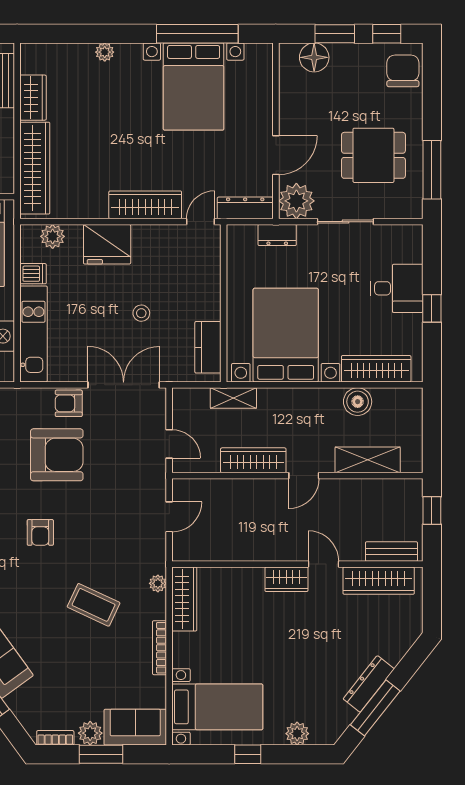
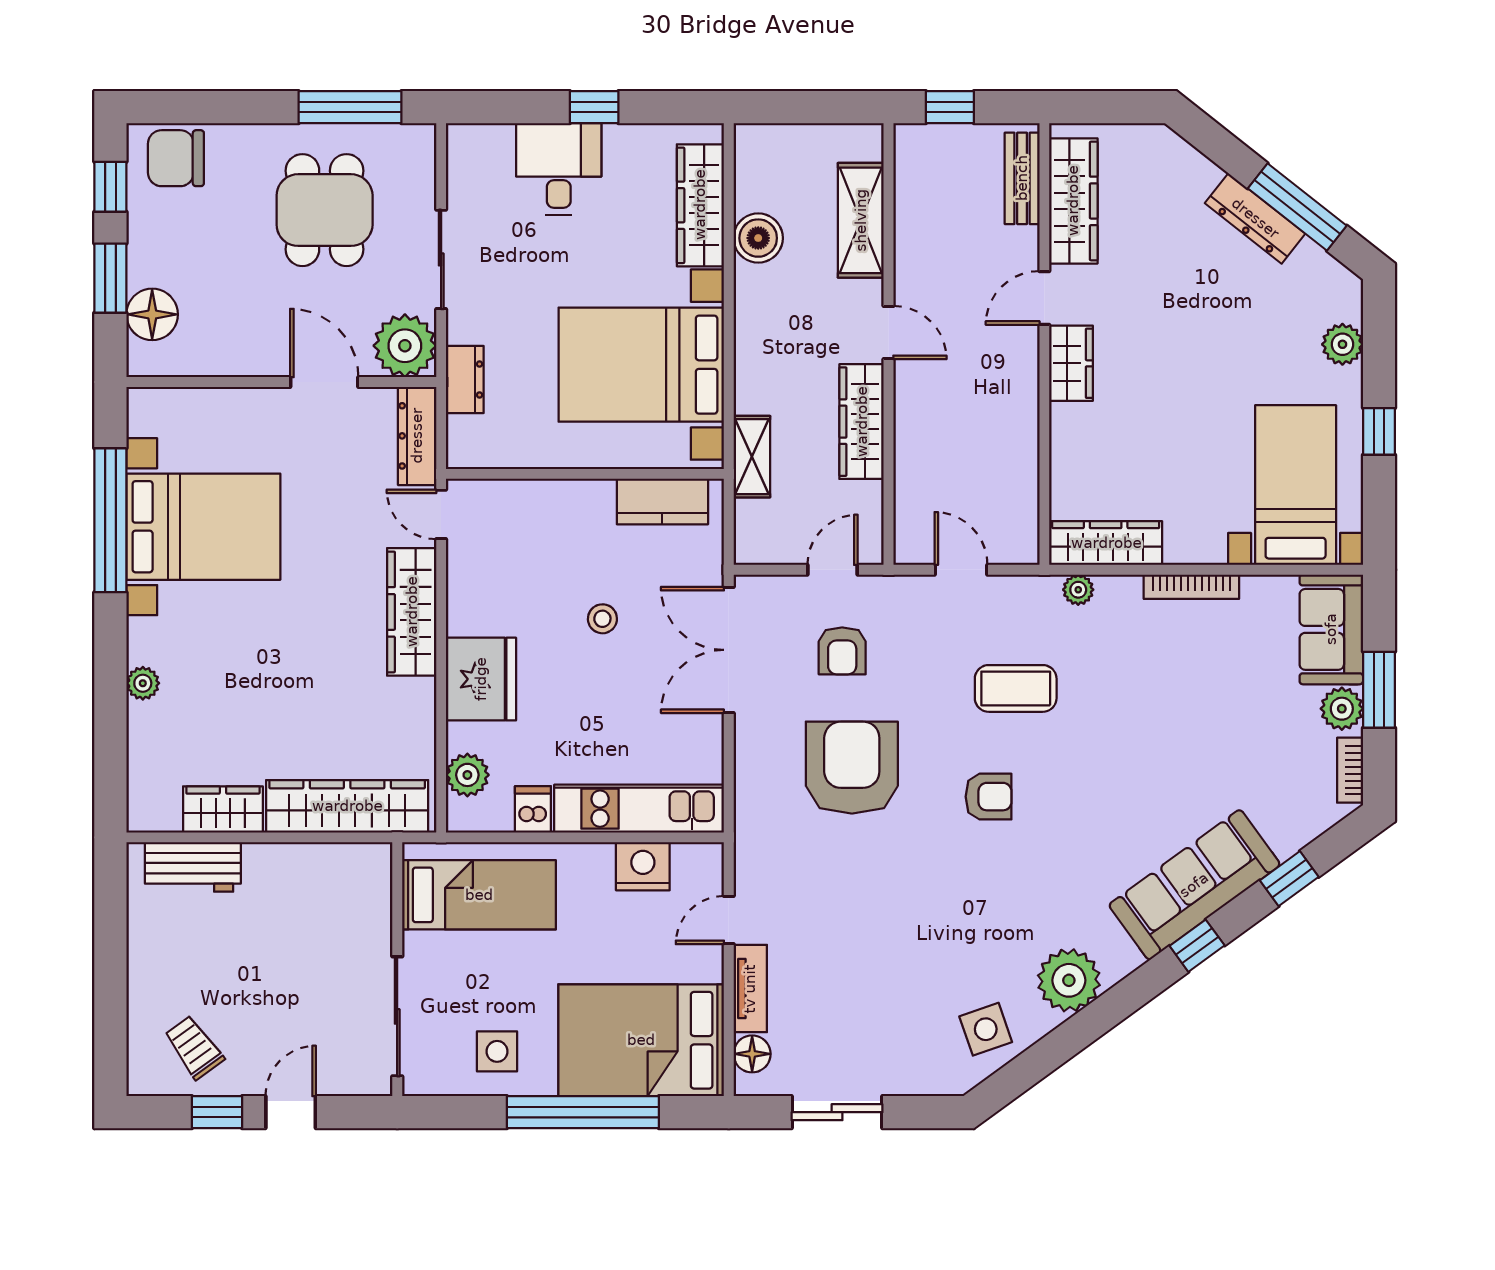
armchair: (69, 403) -> (842, 651), moved
coffee table: (94, 605) -> (1016, 688), moved, turned 65

